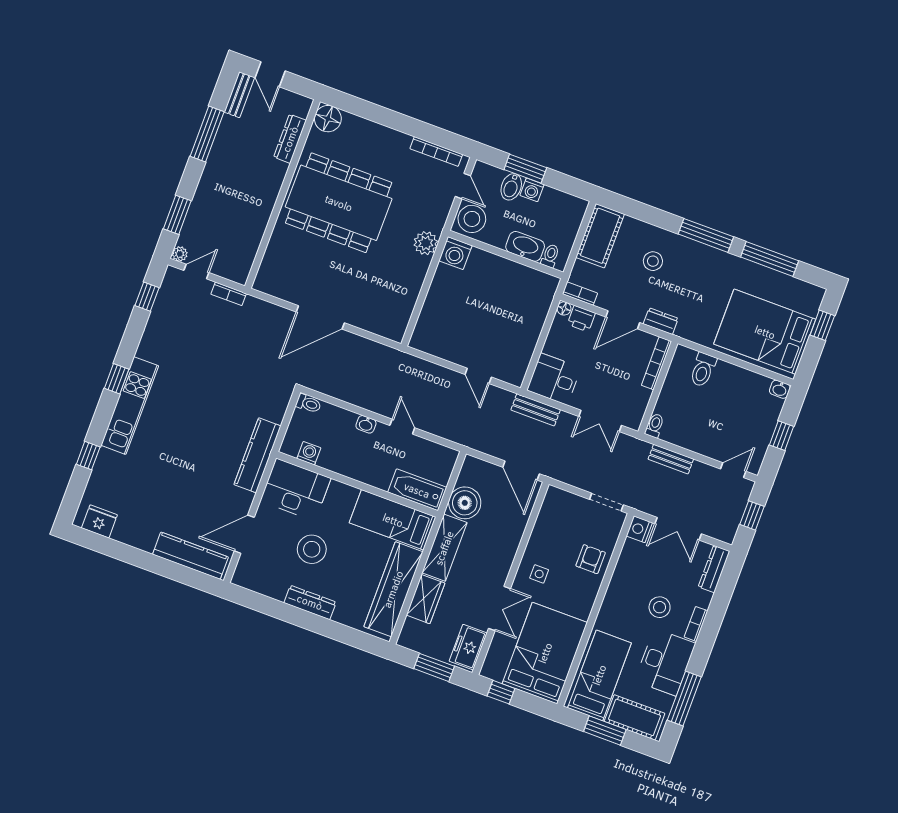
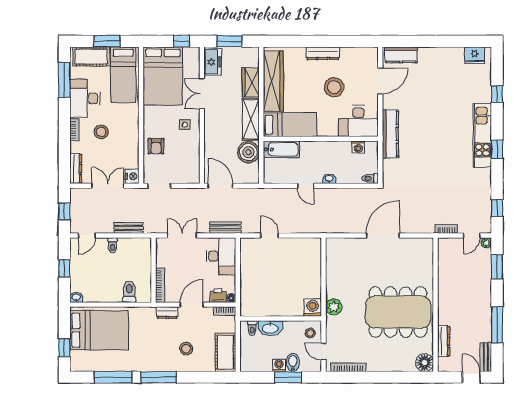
stool: (472, 219) -> (310, 333), width x0.53, depth x0.53
desk: (554, 379) -> (221, 256), width x1.37
toilet: (655, 426) -> (113, 245), moved
kitchen counter: (190, 556) -> (401, 55), width x0.67

